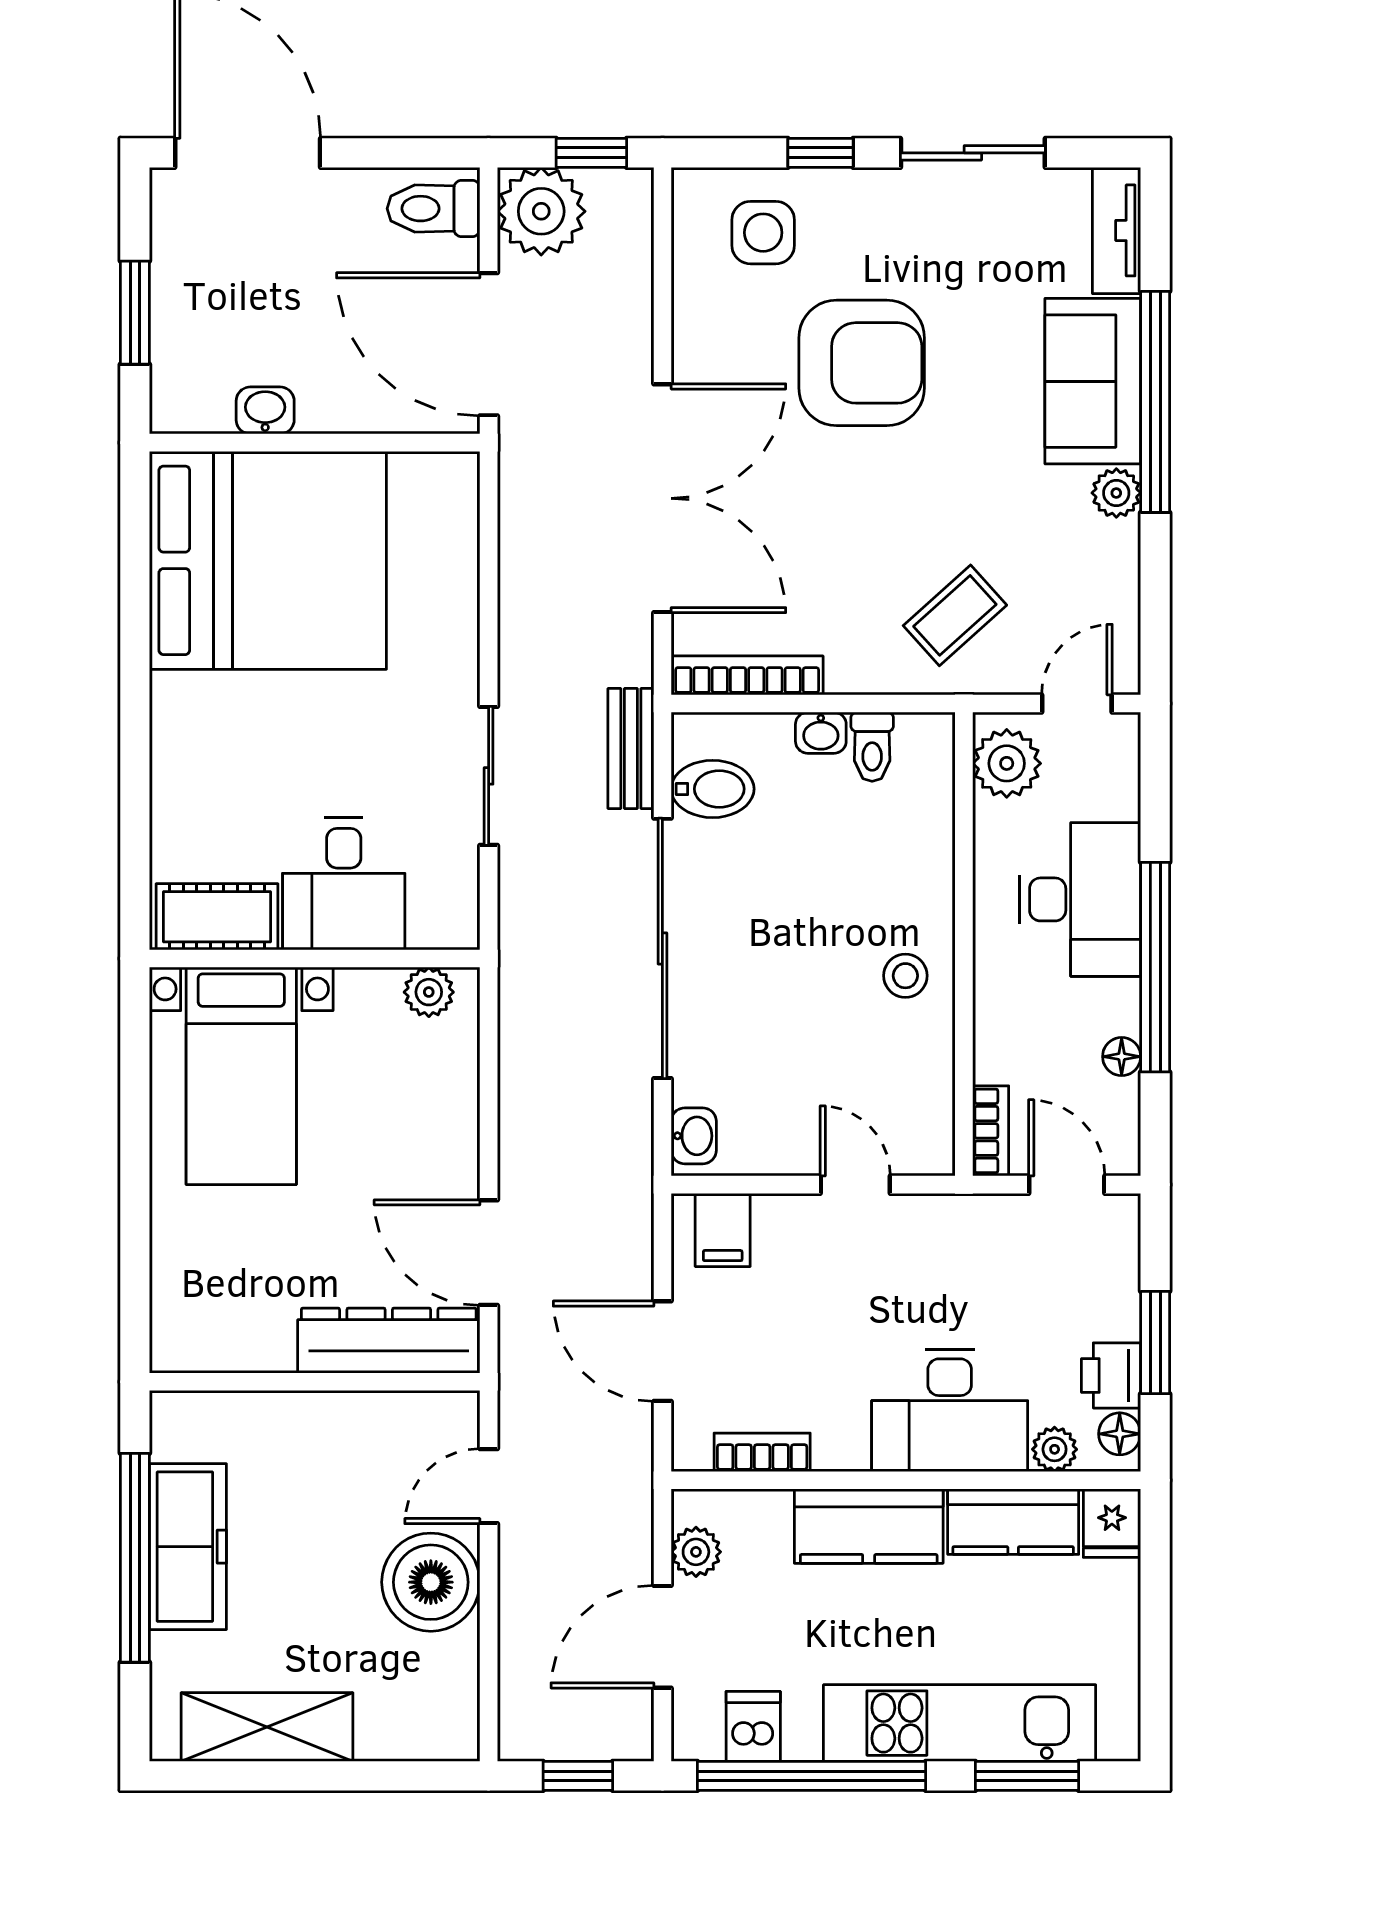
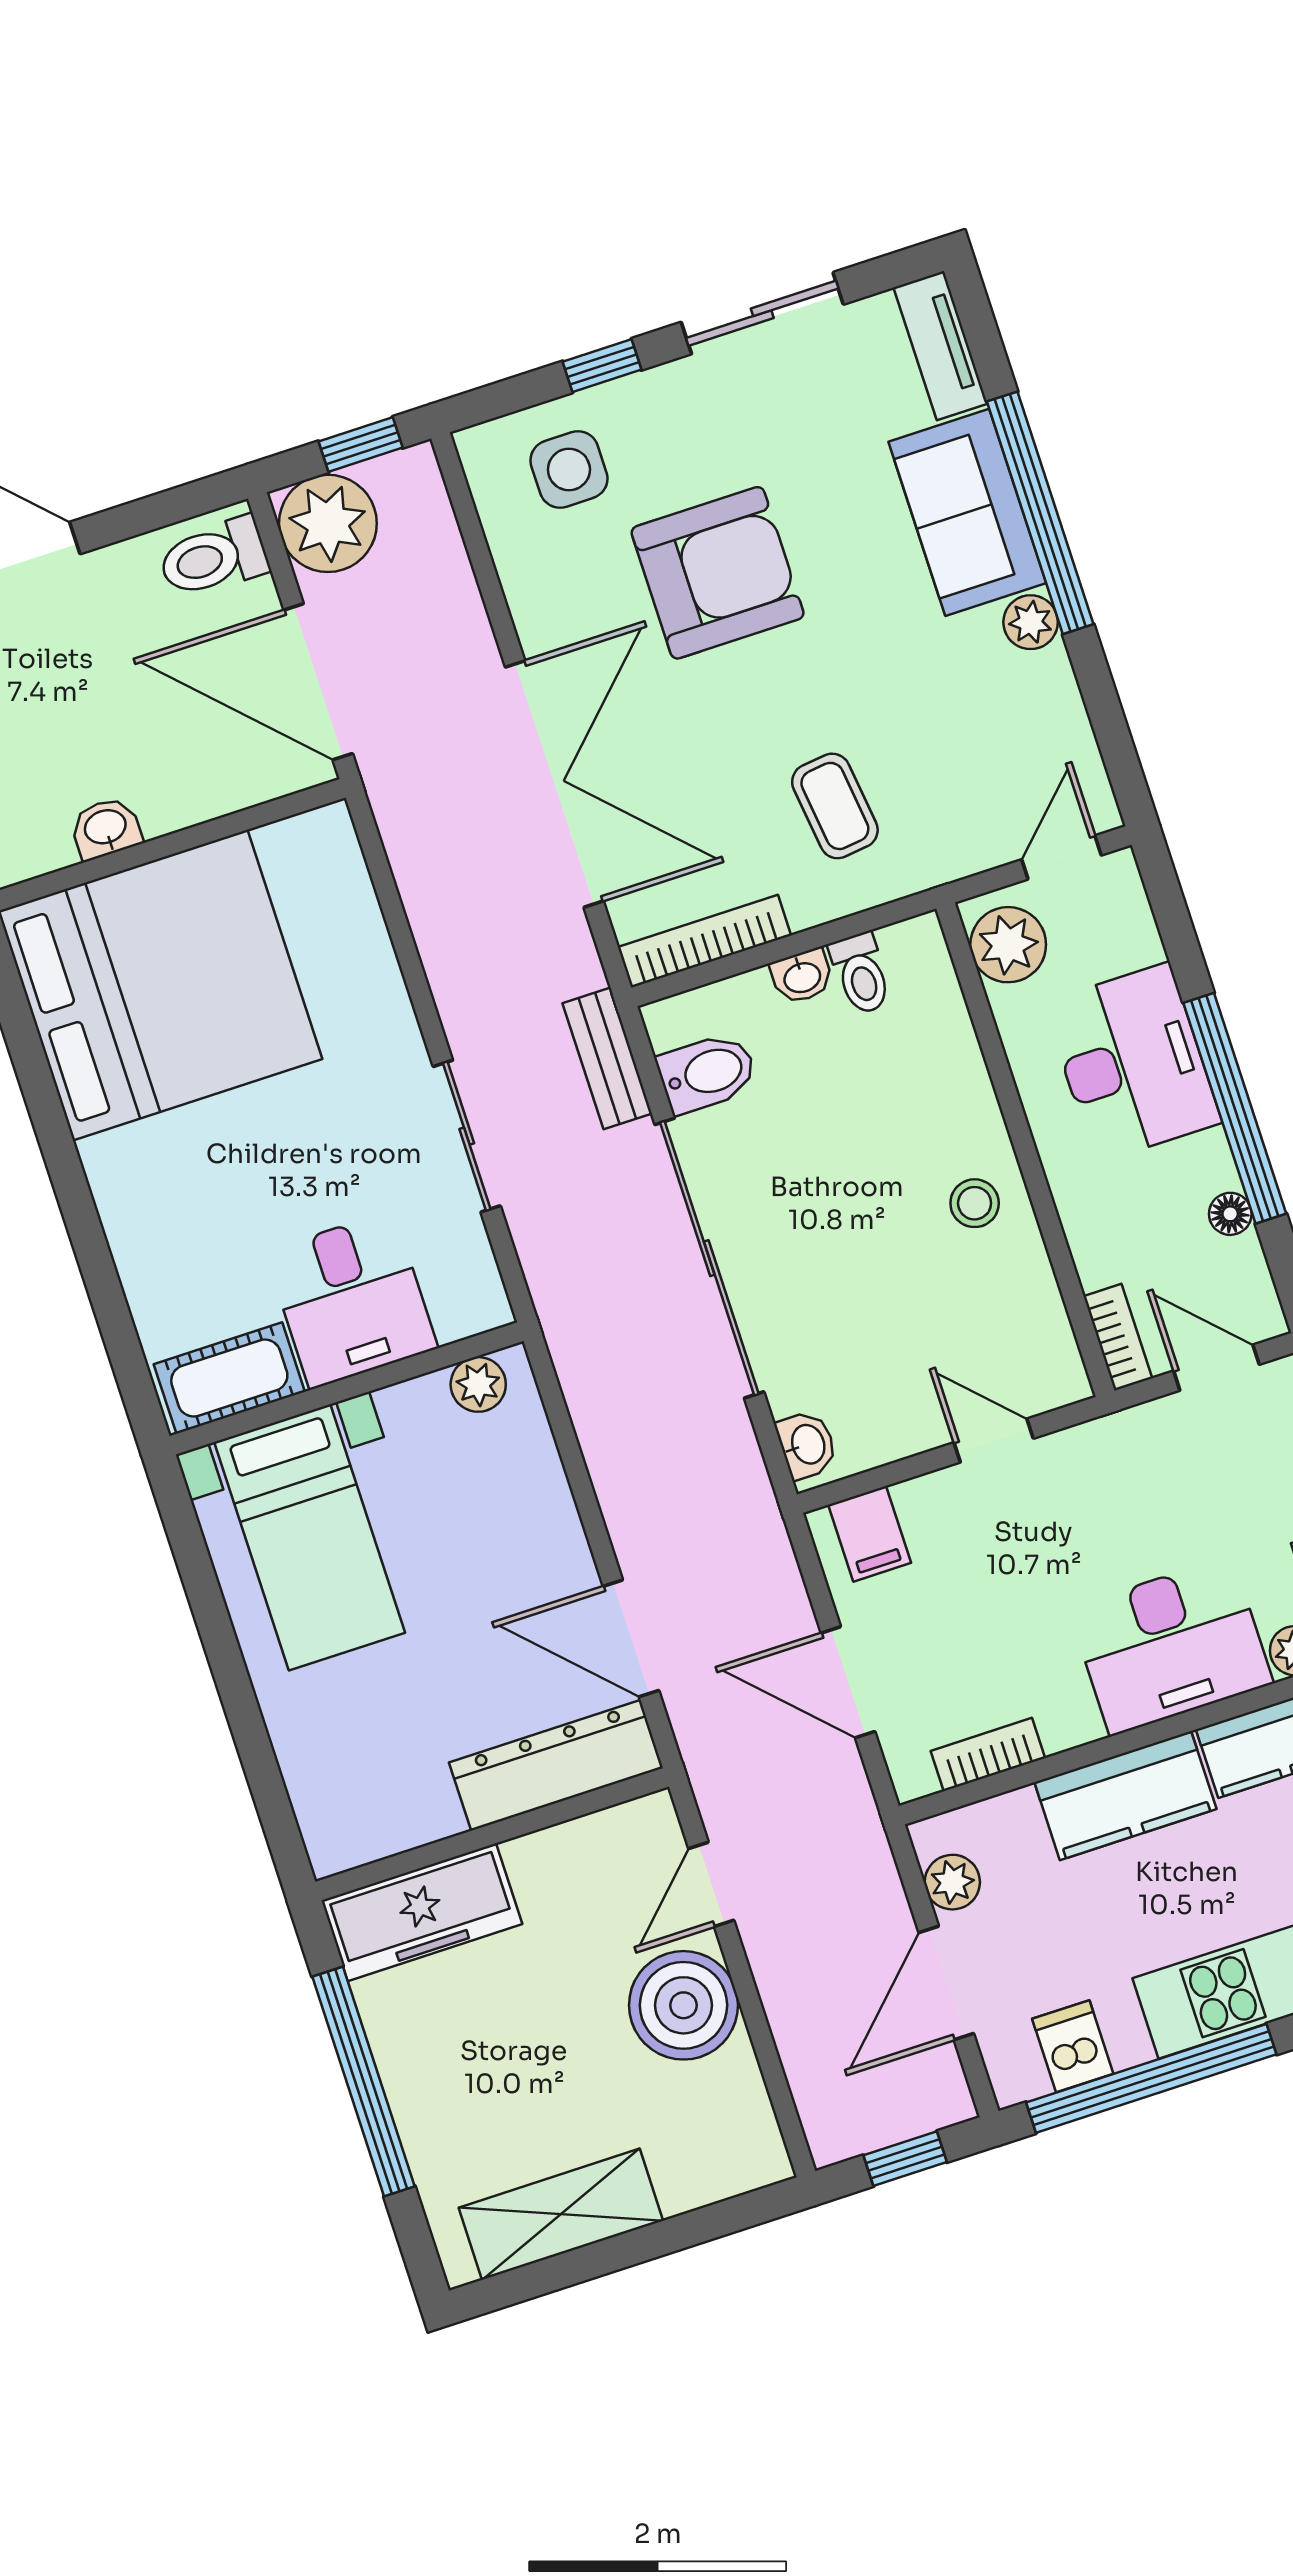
coffee table: (955, 615) -> (835, 806), moved, turned -55
freezer: (188, 1547) -> (422, 1912), moved, turned 90

